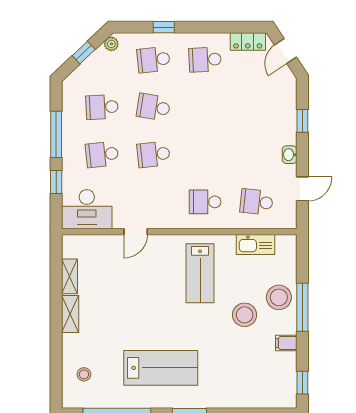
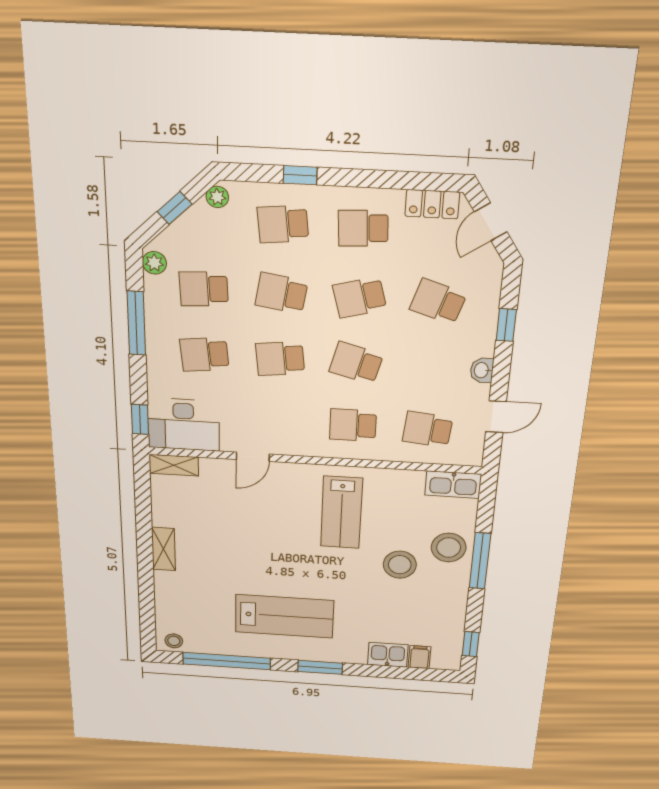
plant: (70, 91) -> (154, 263), added
school desk: (205, 107) -> (360, 297), added
school desk: (257, 107) -> (438, 302), added
school desk: (205, 154) -> (356, 363), added
window: (56, 182) -> (140, 419), moved
kitchen sink: (256, 245) -> (453, 485), moved
shelving: (70, 276) -> (174, 465), moved, turned 90
filing cabinet: (286, 343) -> (420, 657), moved, turned 90
stool: (84, 374) -> (174, 641), moved
kitchen sink: (241, 398) -> (388, 655), added

